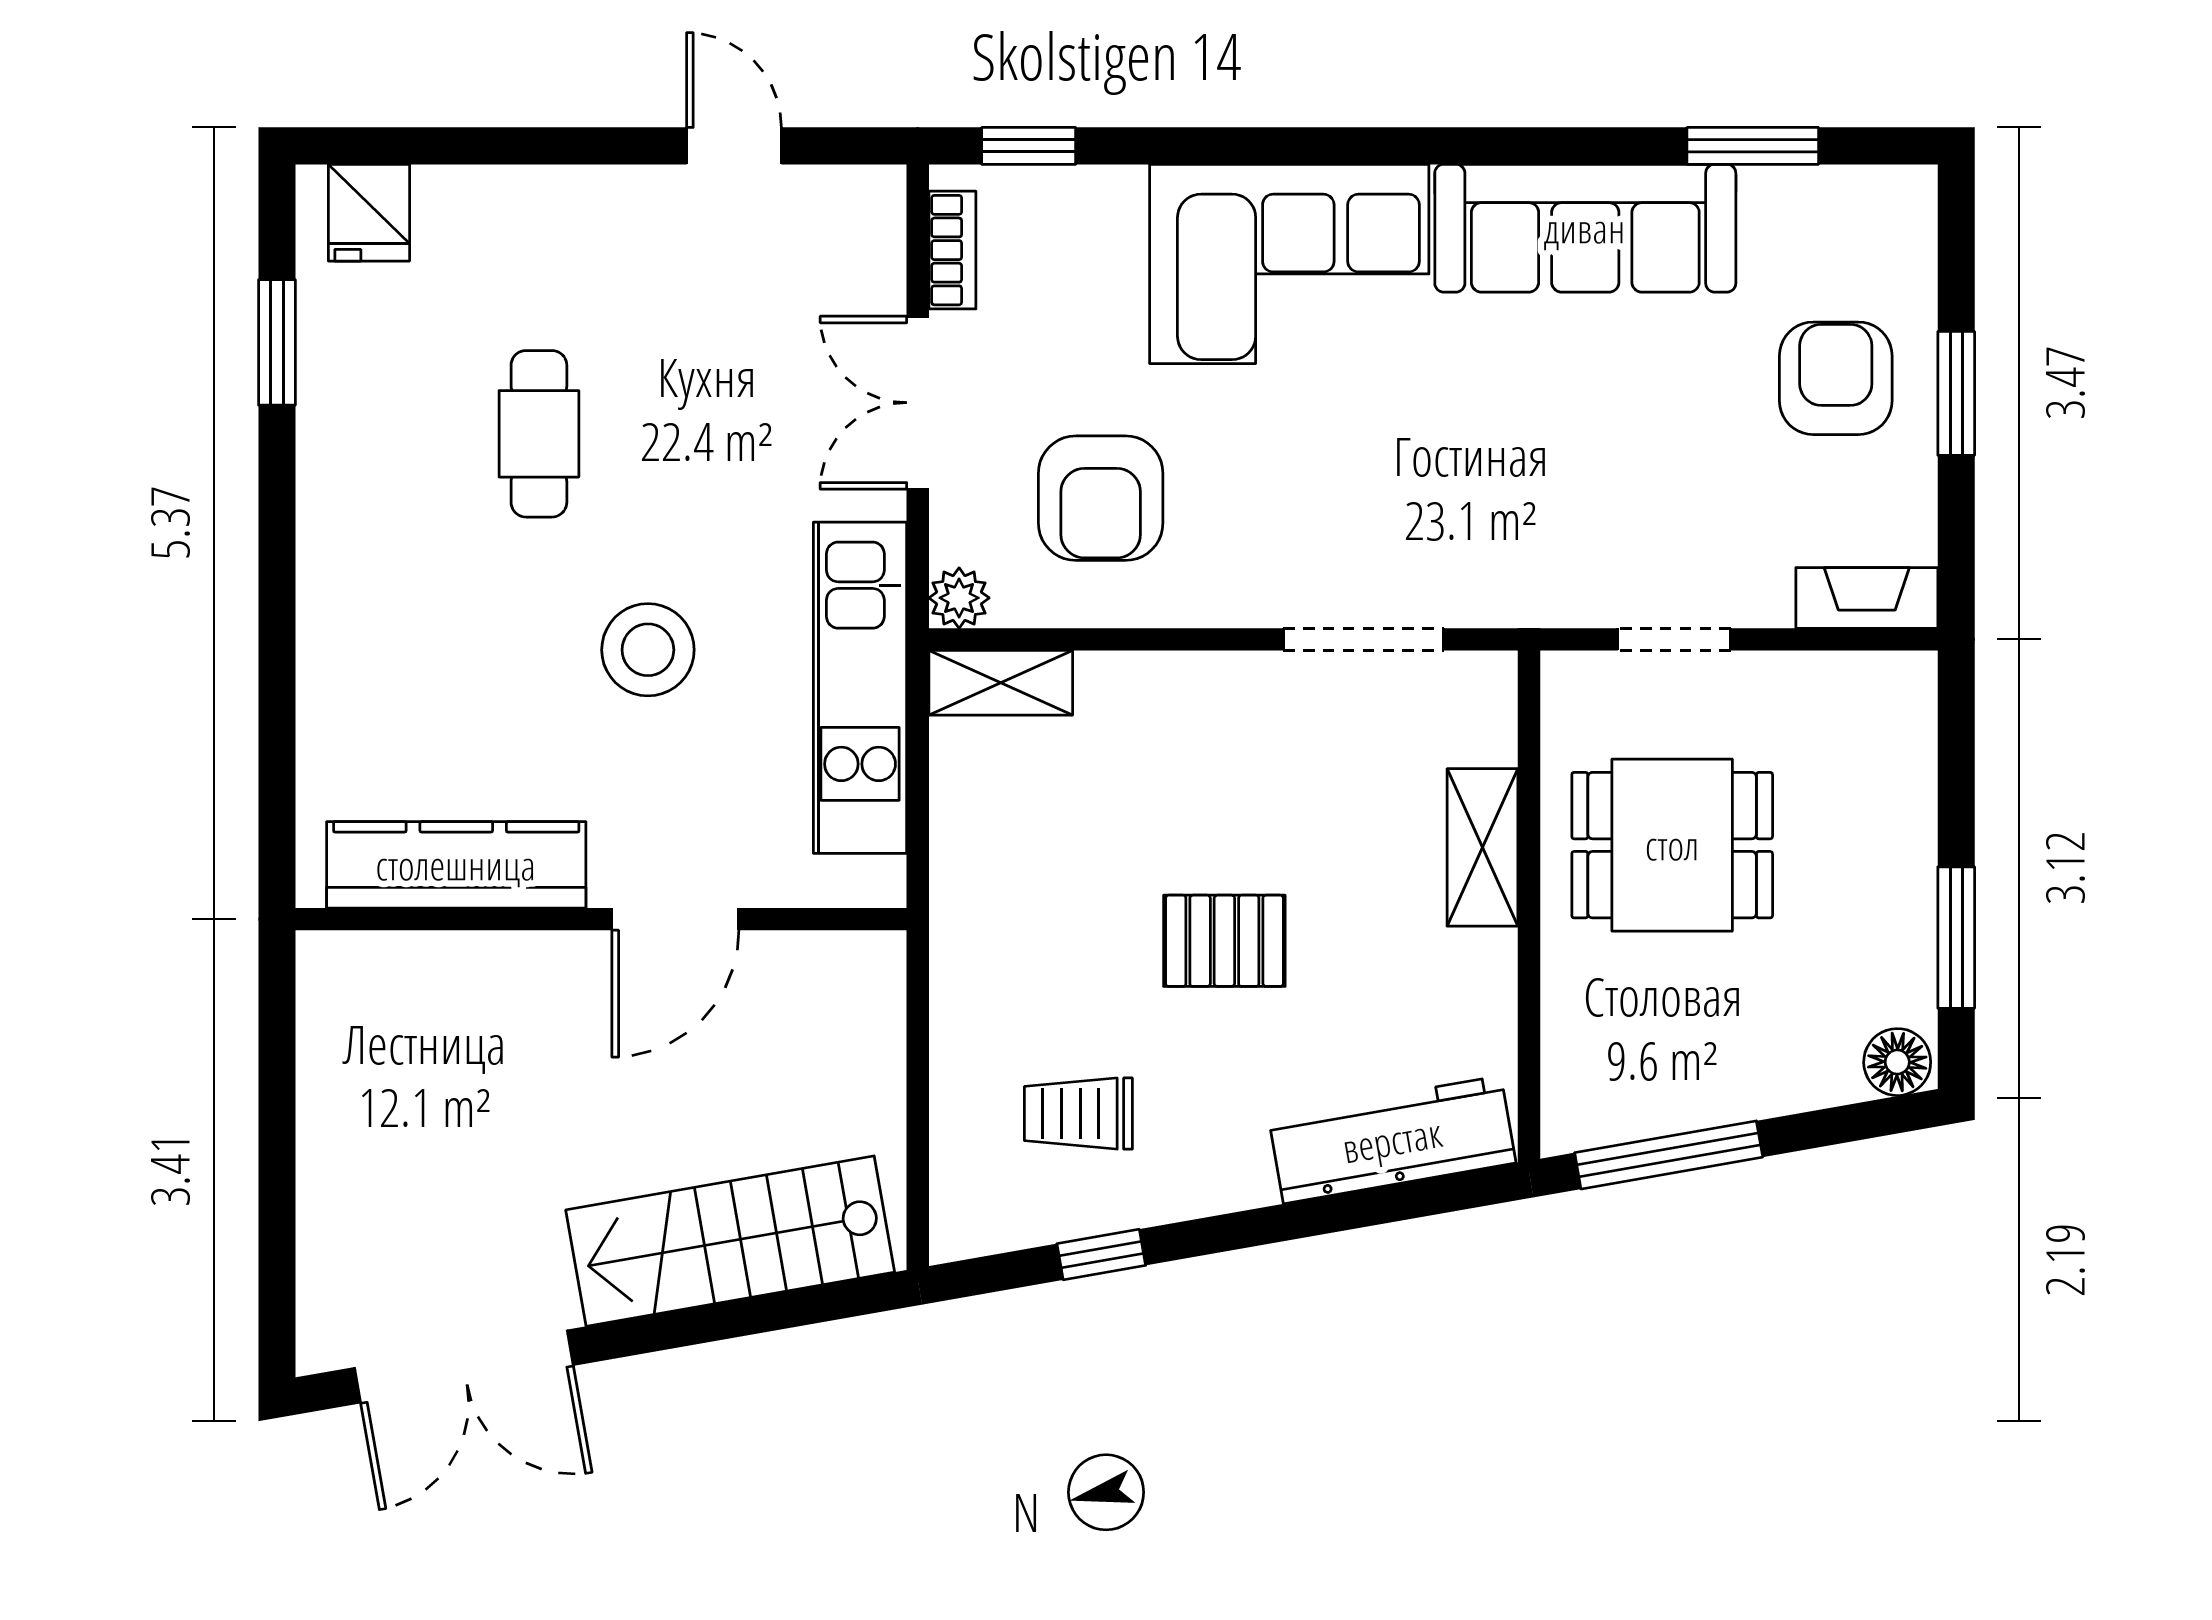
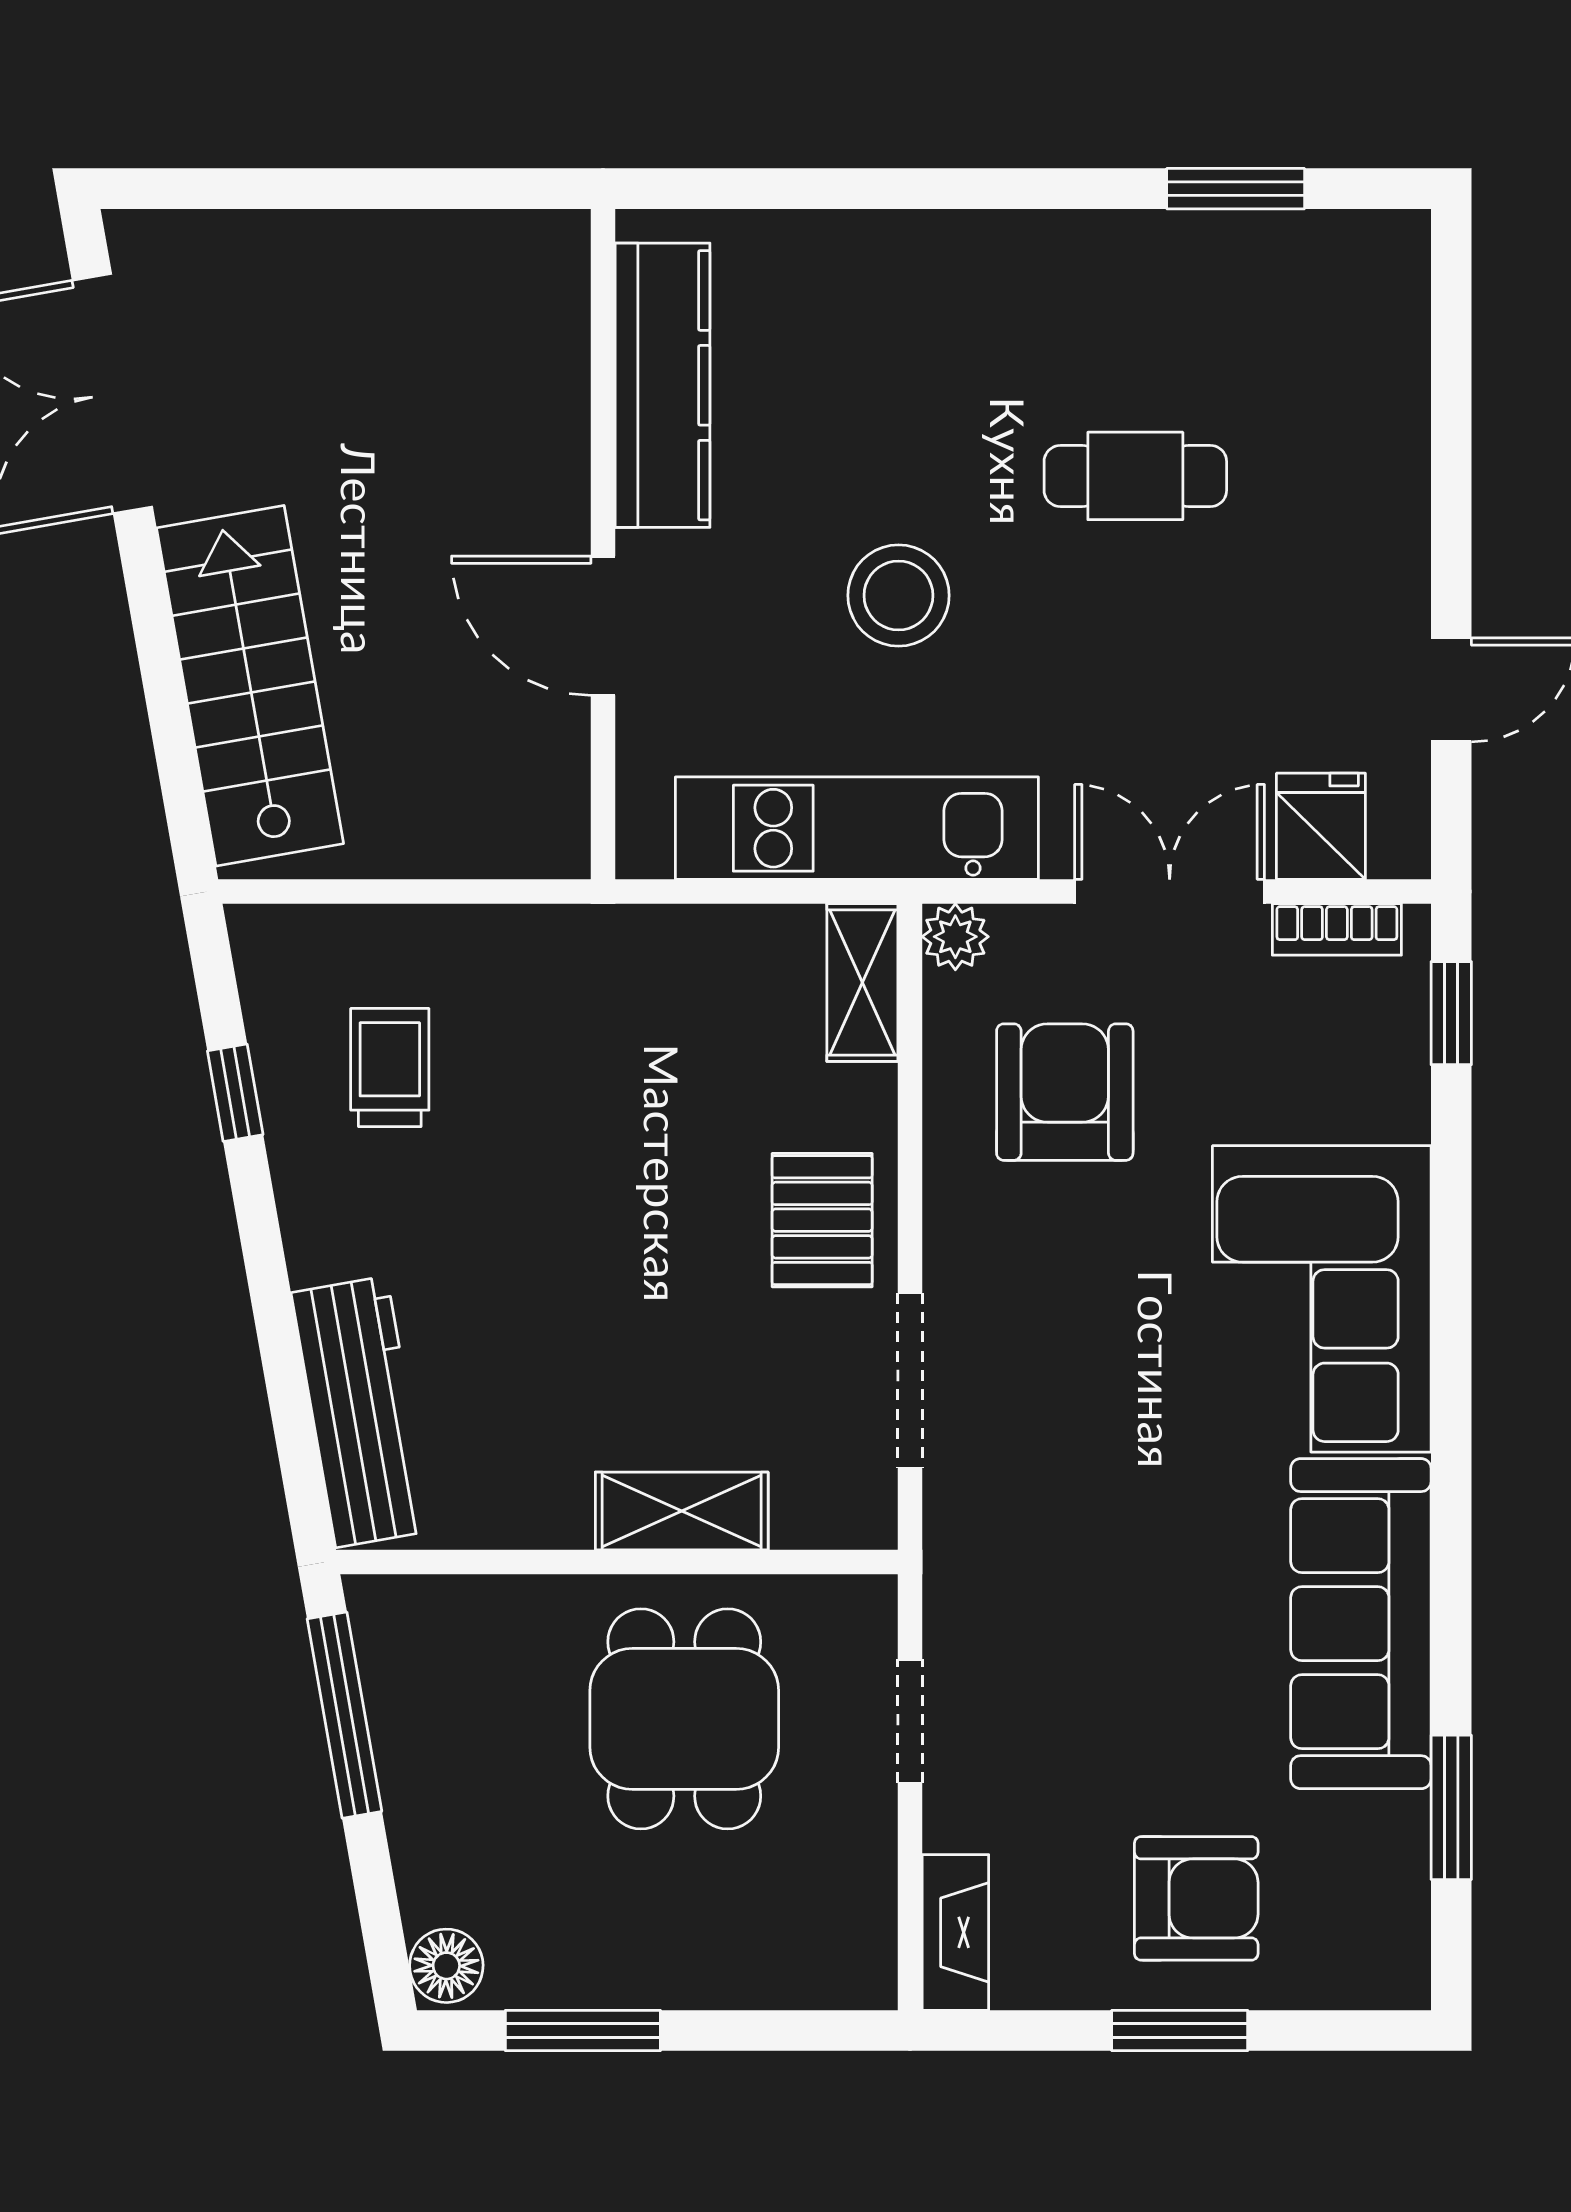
fridge: (369, 213) -> (1321, 826), moved, turned 90
armchair: (1101, 498) -> (1065, 1092), turned 90
pallet: (1224, 941) -> (822, 1220), moved

